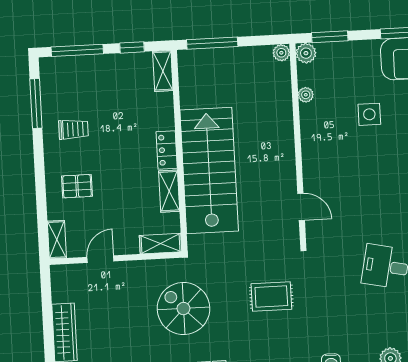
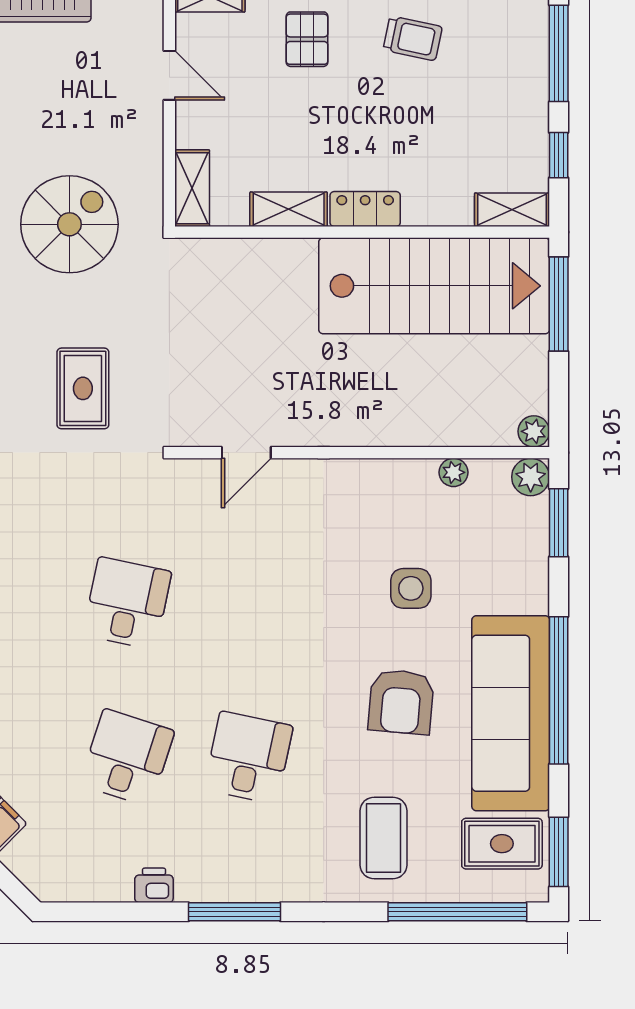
trolley: (73, 129) -> (413, 38), turned -78
stairs: (209, 170) -> (434, 286), moved

